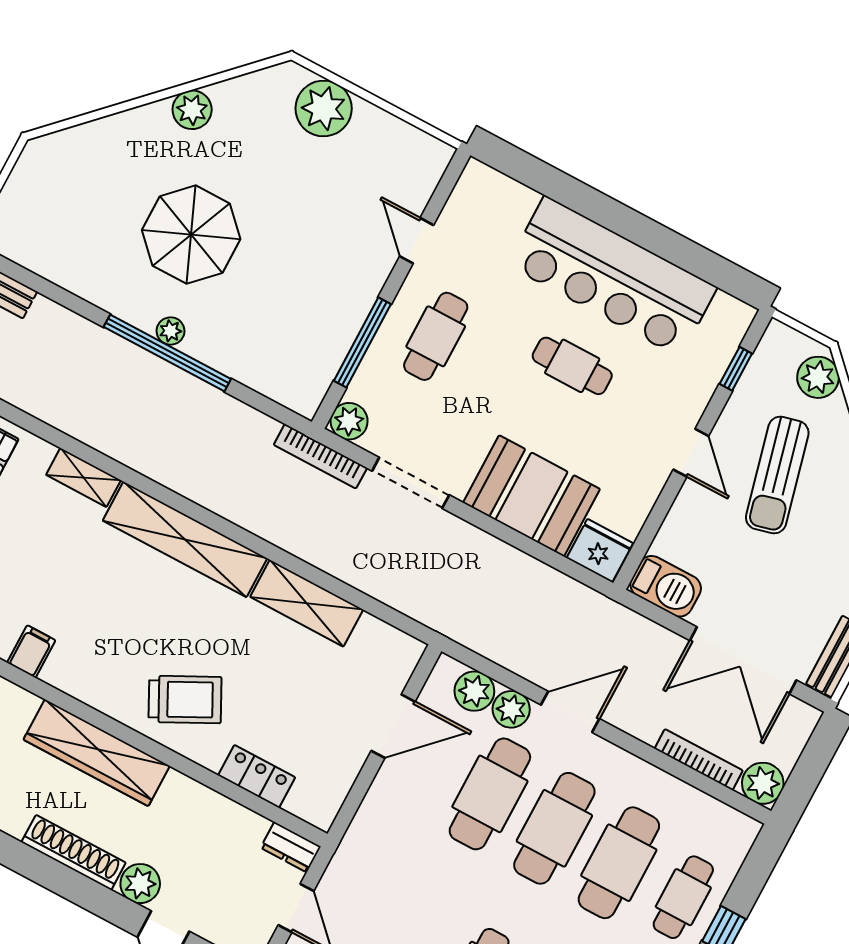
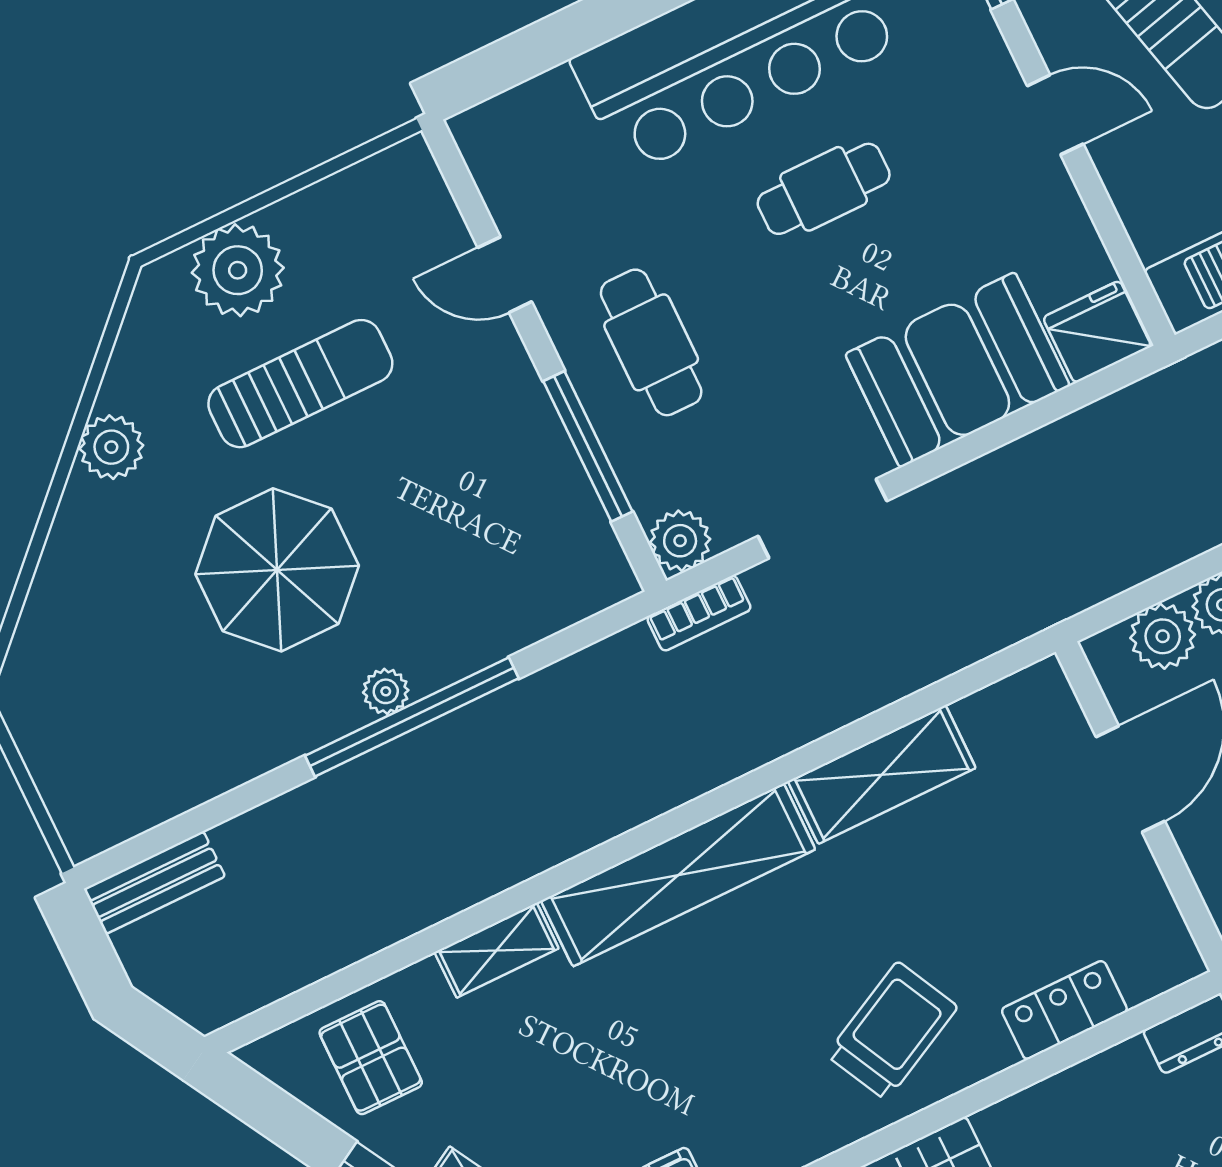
sun lounger: (291, 180) -> (300, 384), added
bookcase: (320, 456) -> (699, 613), width x0.64

